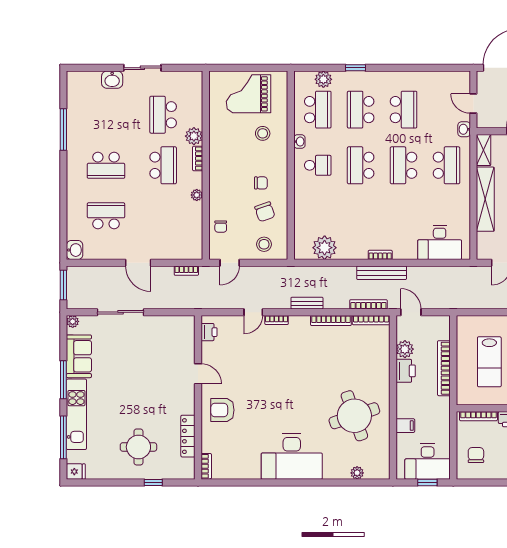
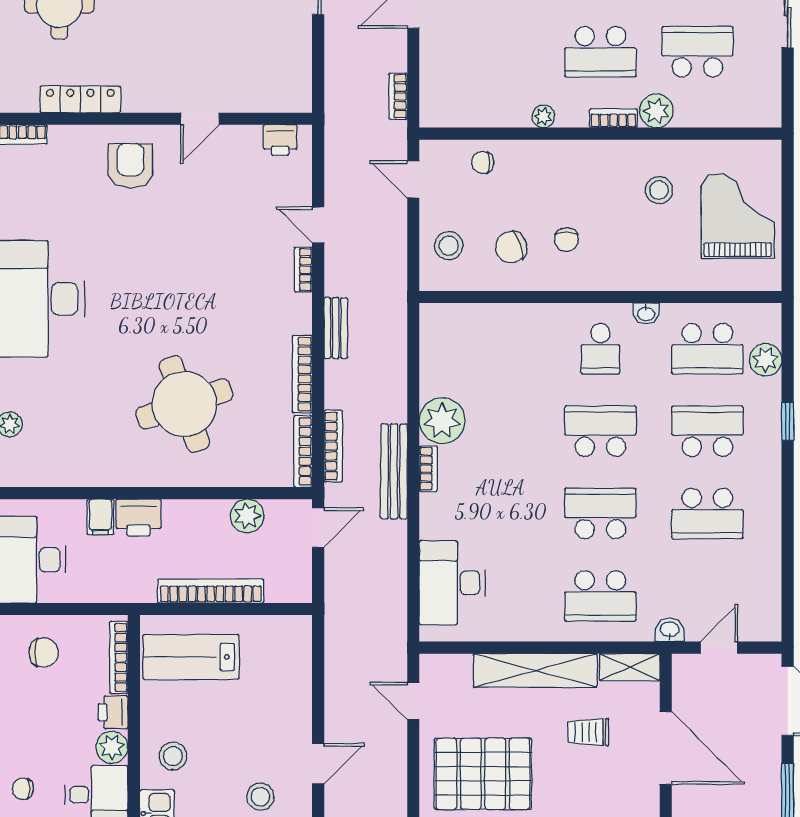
stool: (263, 133) -> (659, 190), moved
plant: (325, 248) -> (442, 421), moved
lab bench: (489, 362) -> (191, 657), moved
printer: (406, 371) -> (139, 518), moved
round table: (354, 416) -> (184, 404), moved

